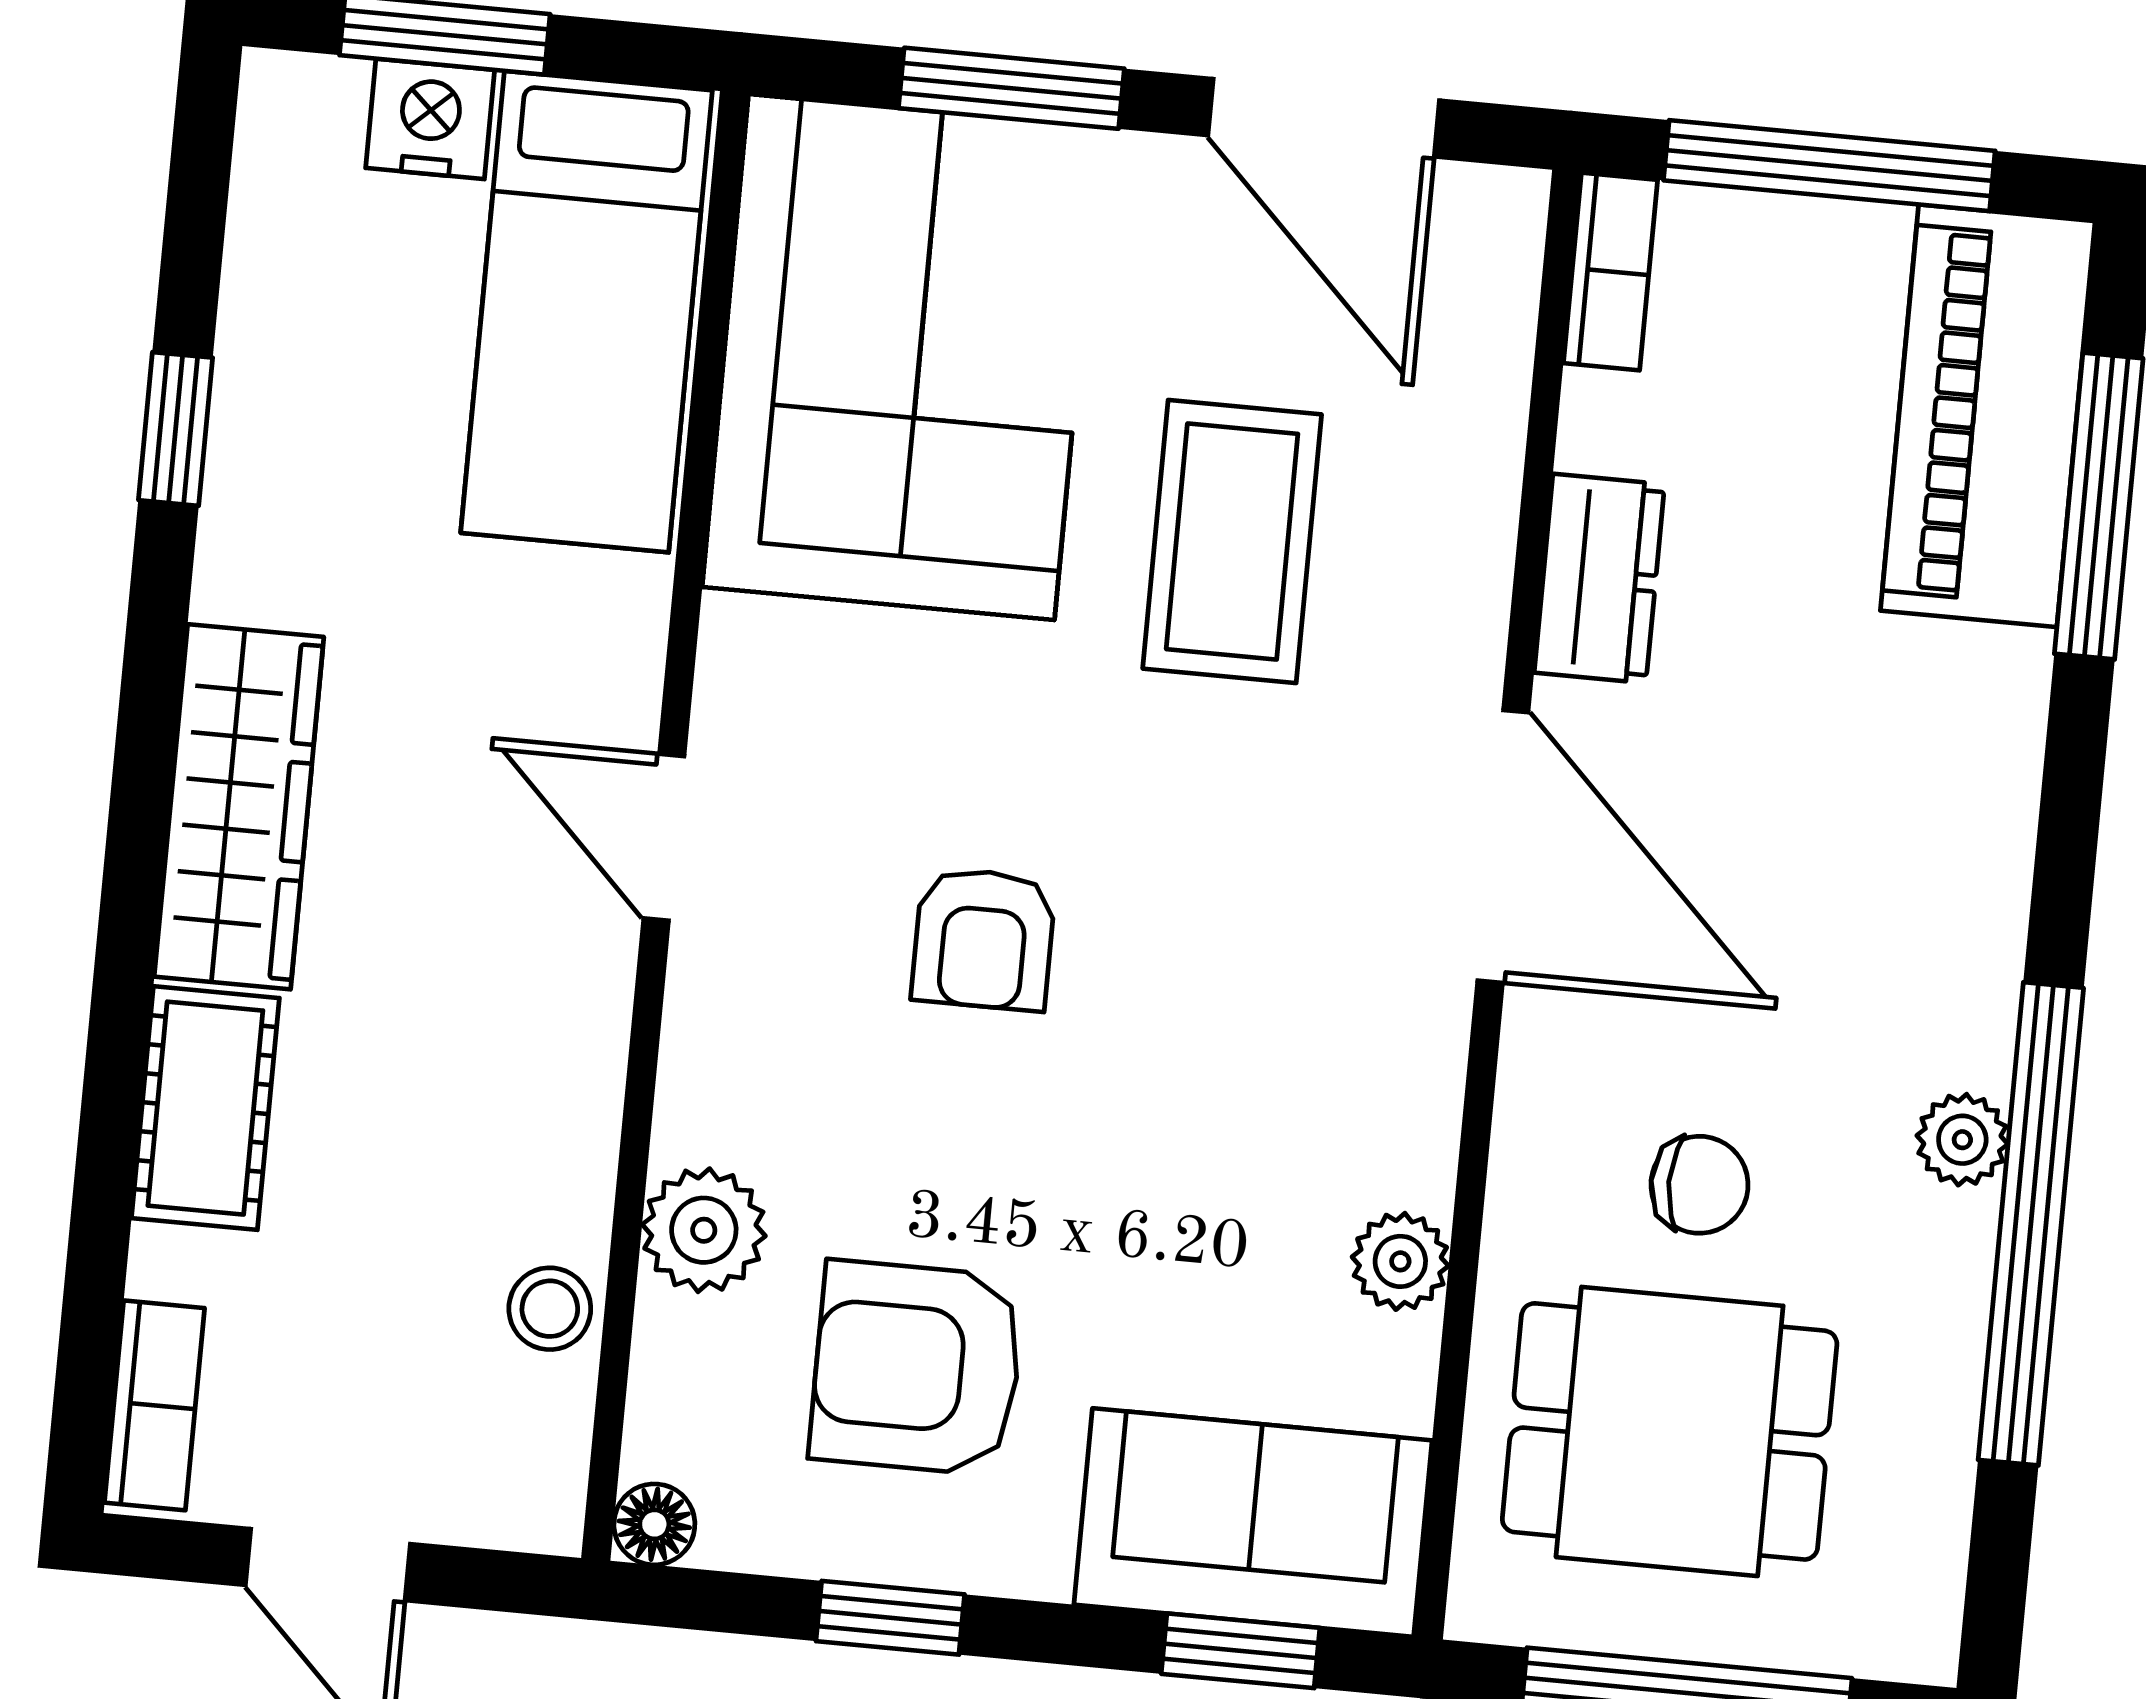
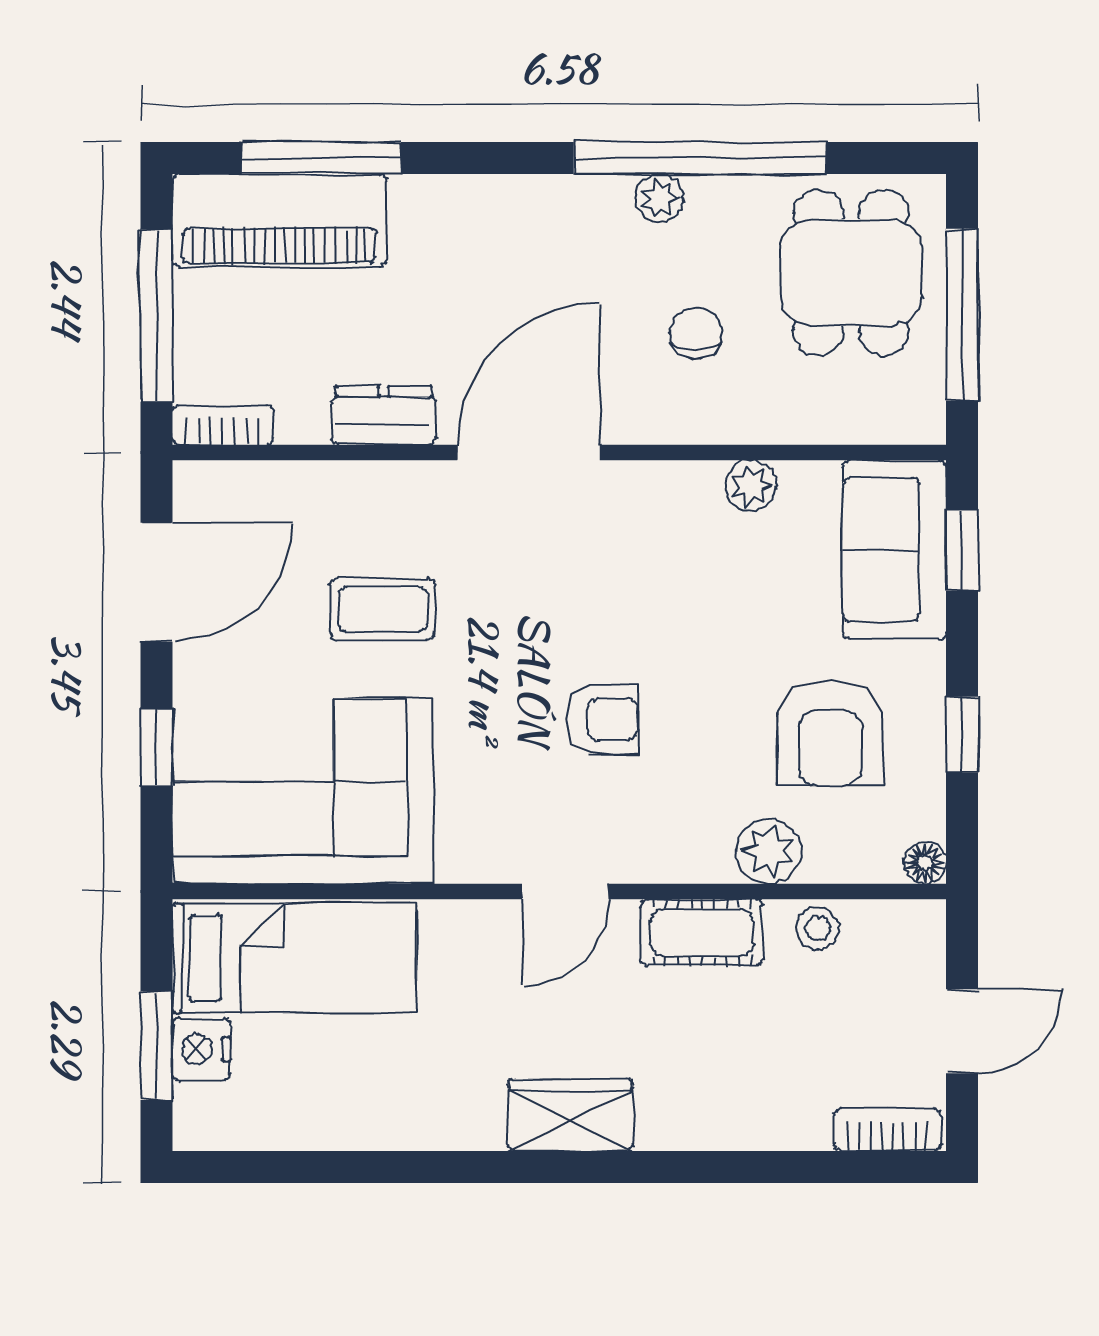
window: (1011, 88) -> (157, 747), width x0.67
window: (176, 429) -> (376, 1167), removed
coffee table: (1232, 541) -> (383, 609), width x0.73, depth x0.77
wardrobe: (239, 807) -> (570, 1115), width x0.67
cot: (205, 1108) -> (702, 932), moved
dining table: (1670, 1431) -> (851, 273), moved

